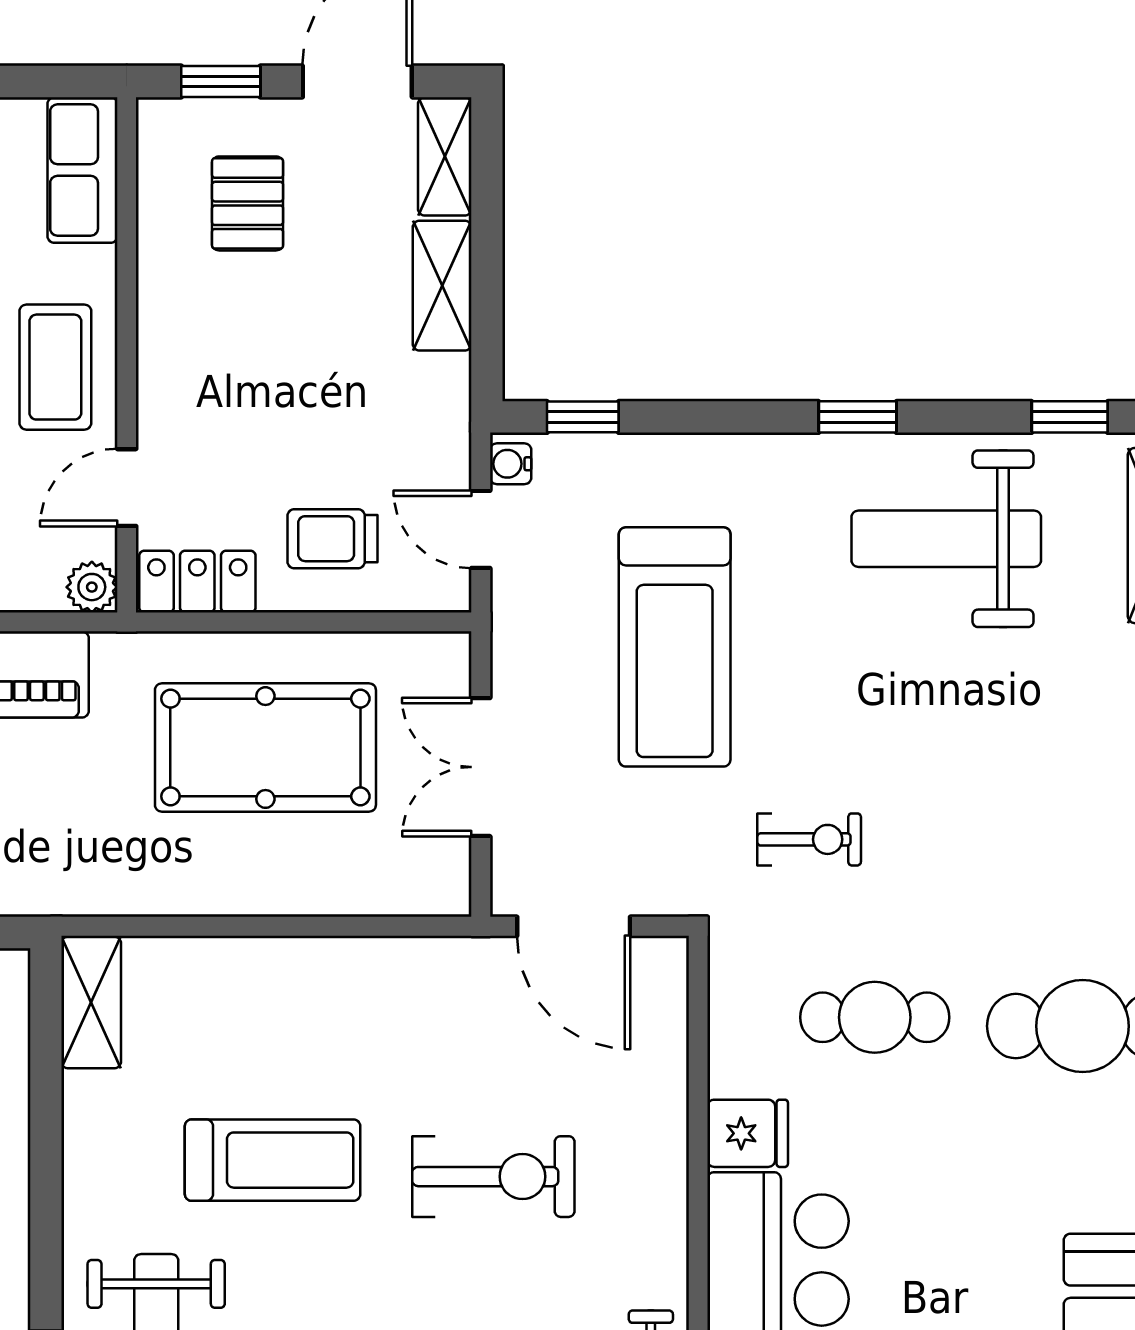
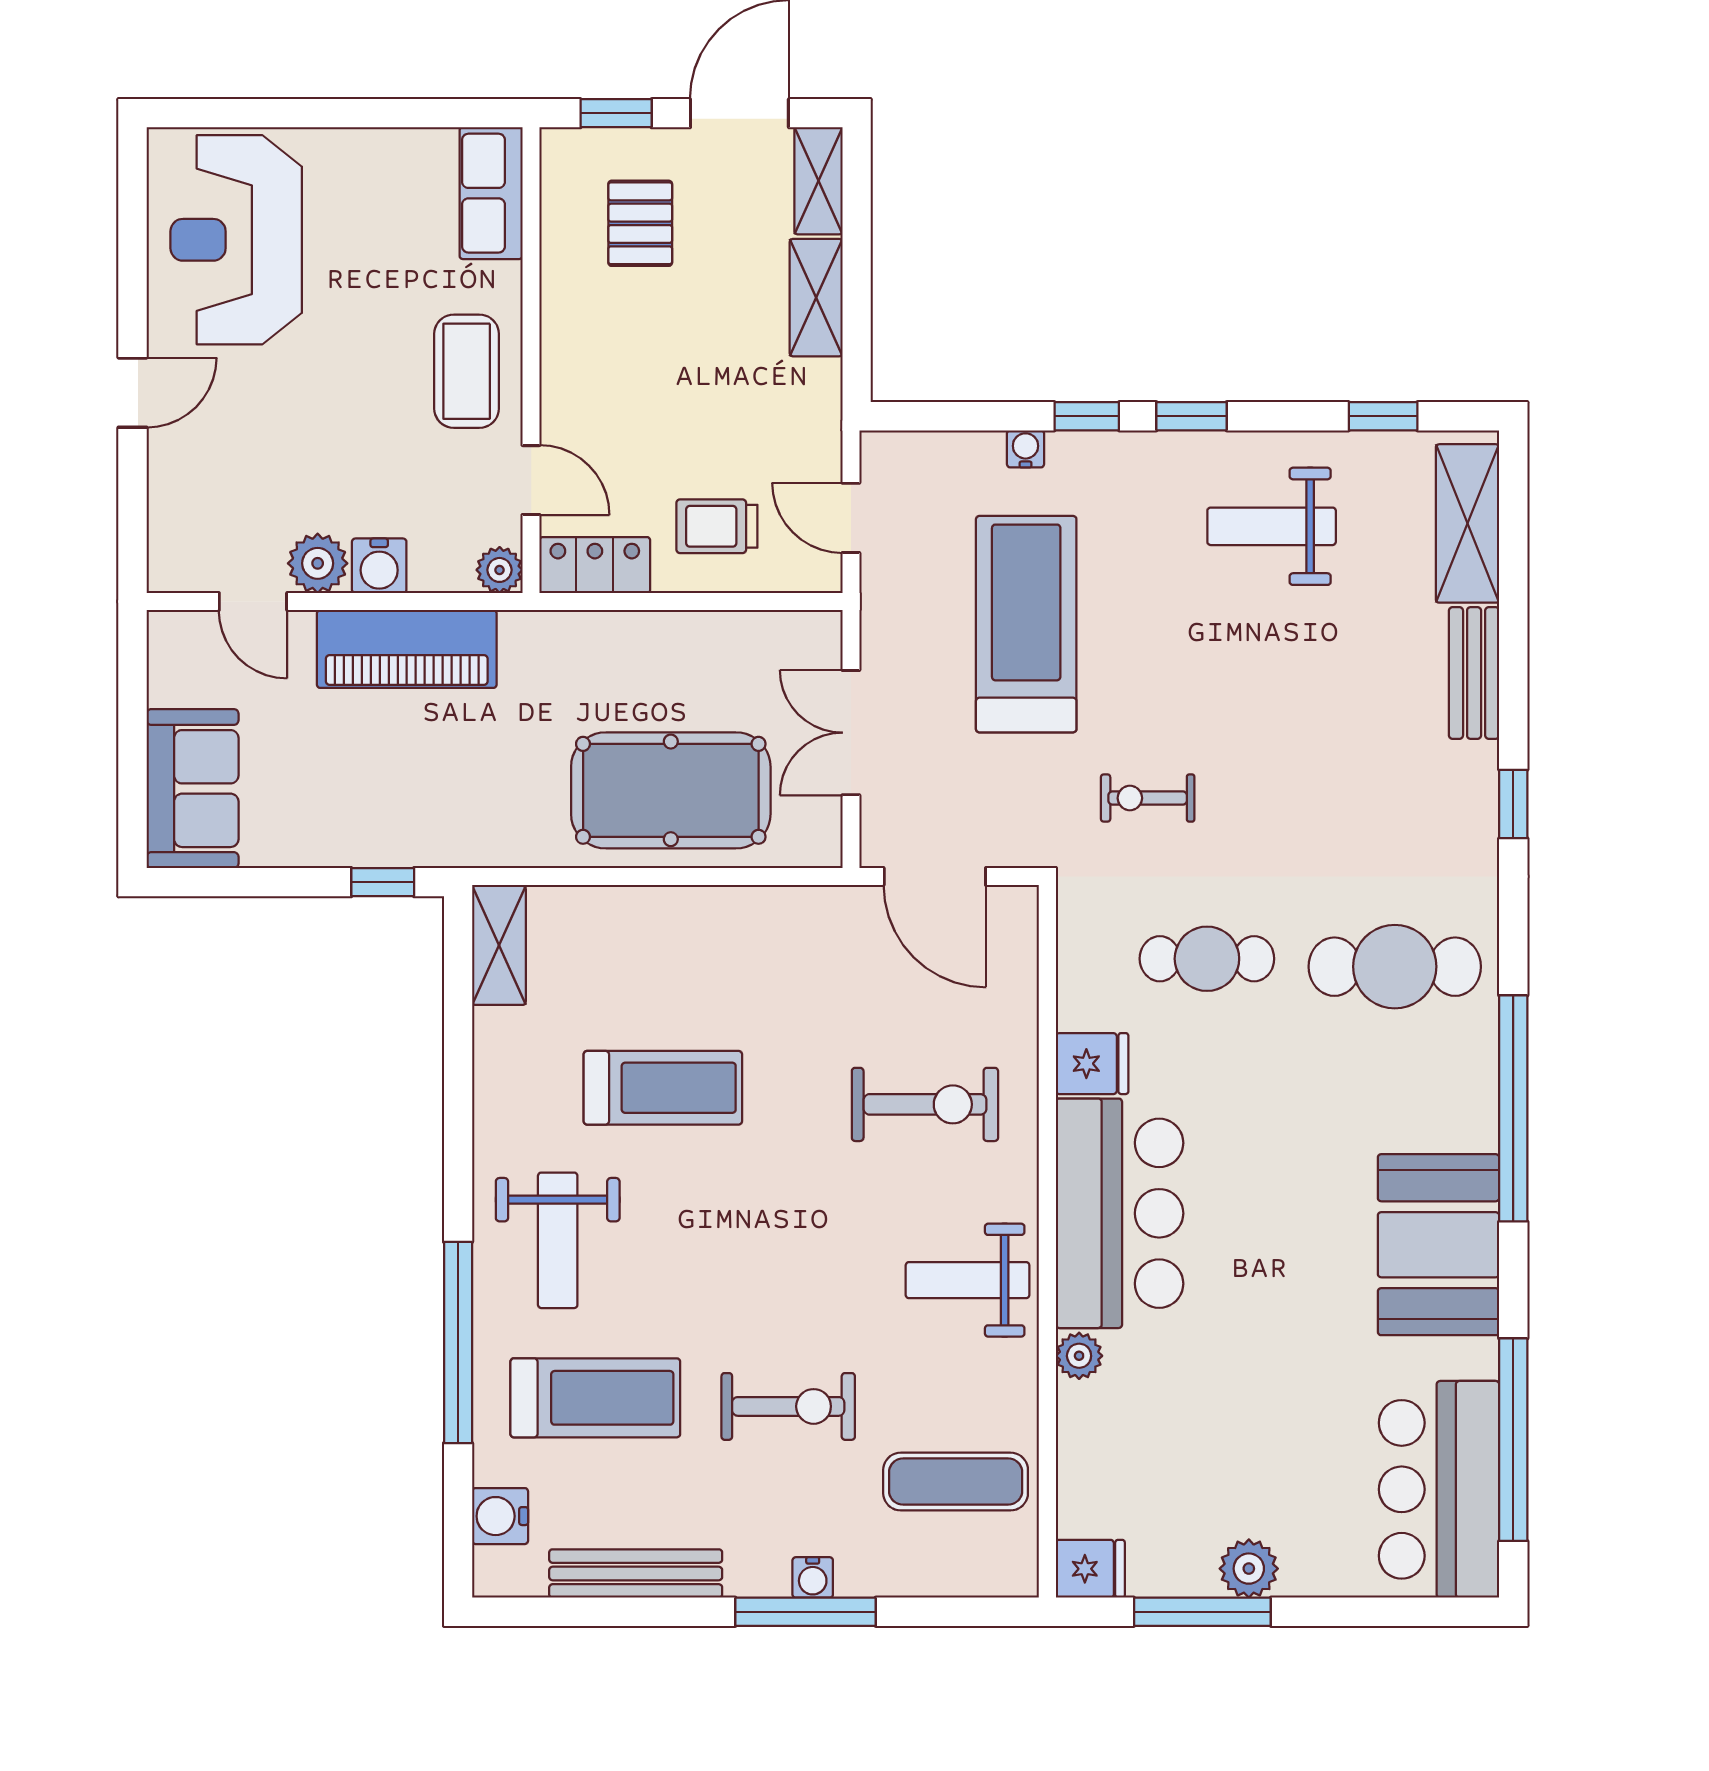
window: (583, 417) -> (1087, 416), moved
water cooler: (511, 464) -> (1026, 449), moved, turned 90
door: (127, 488) -> (531, 480), swing flipped
weight bench: (946, 539) -> (1272, 526), width x0.73, depth x0.75
treadmill: (675, 647) -> (1026, 624), turned 180
pool table: (265, 748) -> (671, 790), moved
exercise bike: (809, 839) -> (1148, 798), turned 180
exercise bike: (493, 1177) -> (925, 1104), moved

